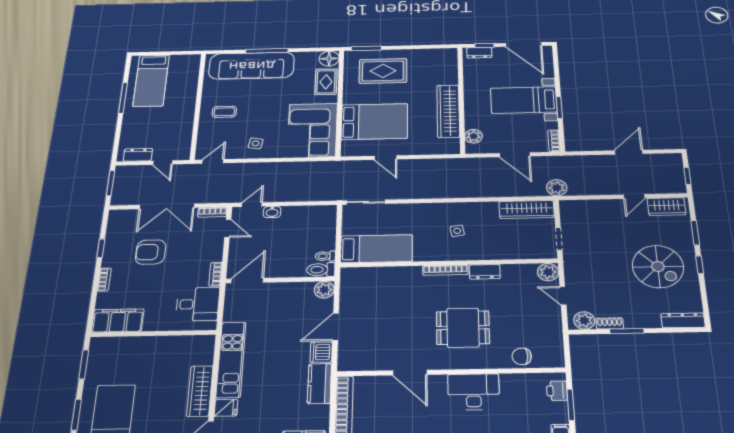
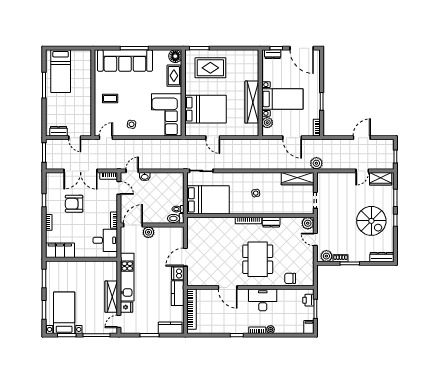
bed with nightstands: (524, 100) -> (282, 99), moved, turned 180
bed: (376, 249) -> (208, 200), width x1.50
plant: (324, 290) -> (148, 232), moved
dining table: (463, 328) -> (258, 259), width x1.38

